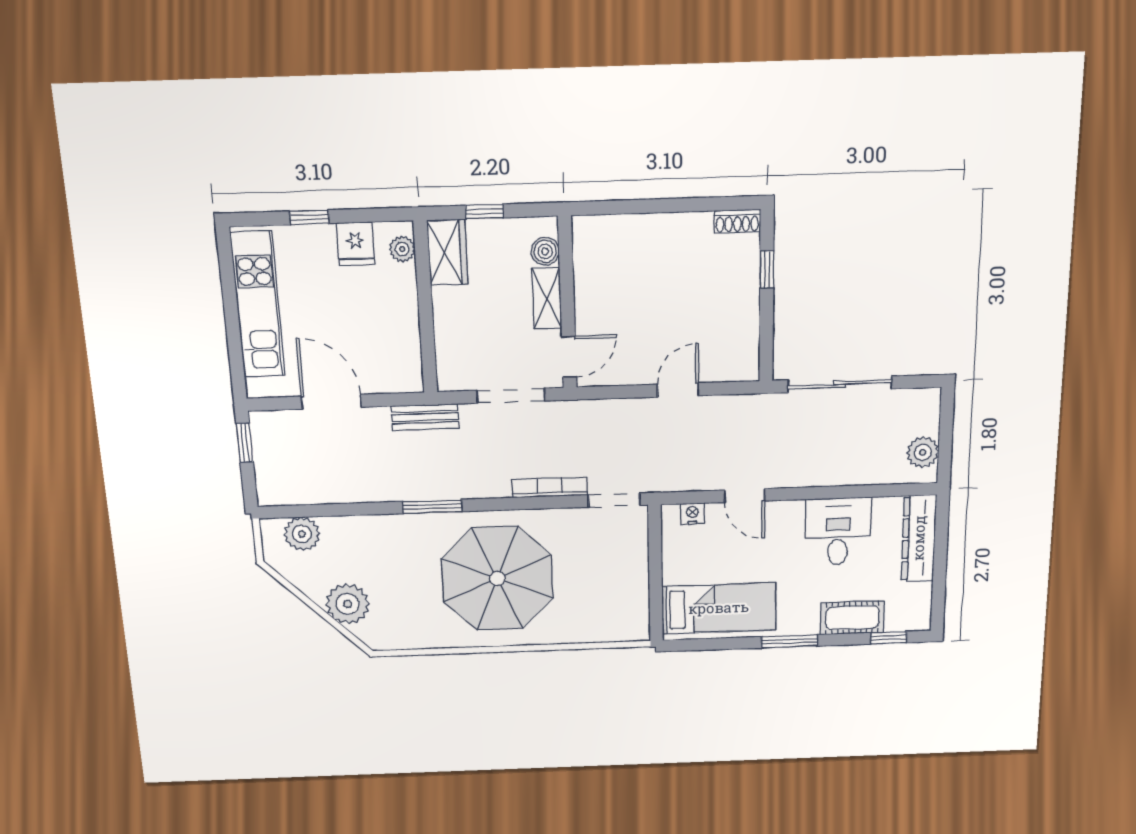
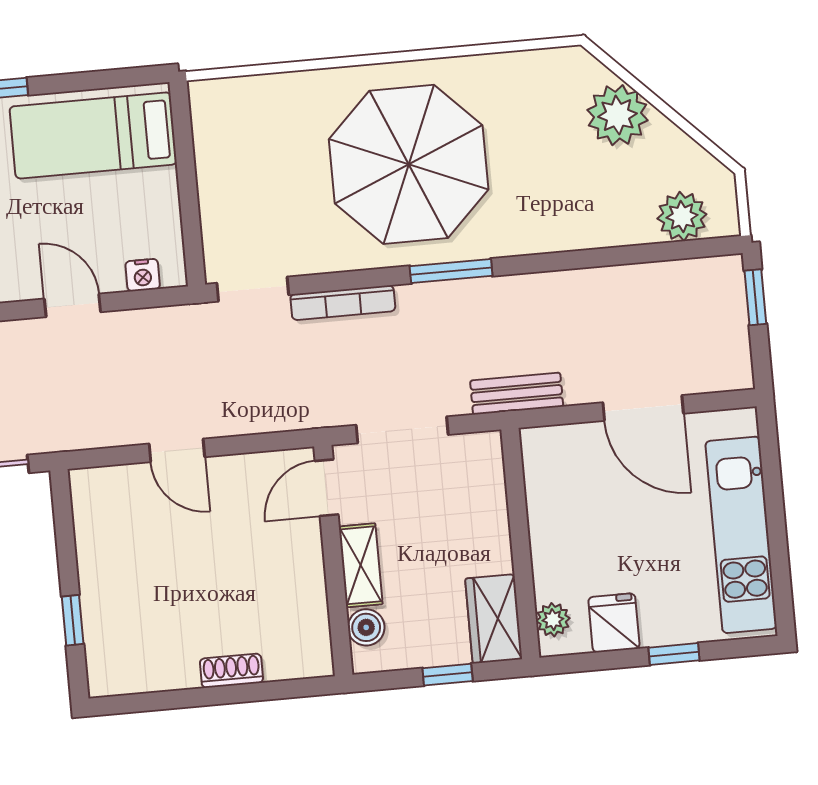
shoe rack: (737, 221) -> (231, 671), moved
door: (678, 390) -> (177, 450), hinge flipped
window: (245, 443) -> (755, 297), moved
window: (432, 507) -> (451, 271), moved

